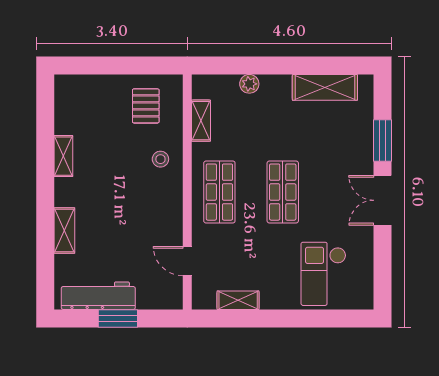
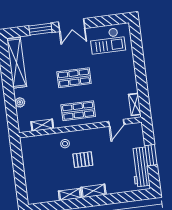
shelving: (325, 87) -> (17, 63), width x1.47
pallet: (146, 106) -> (83, 160), moved
shelving: (64, 231) -> (93, 191), moved
checkout: (323, 274) -> (107, 41), moved
shelving: (238, 300) -> (135, 104), moved

